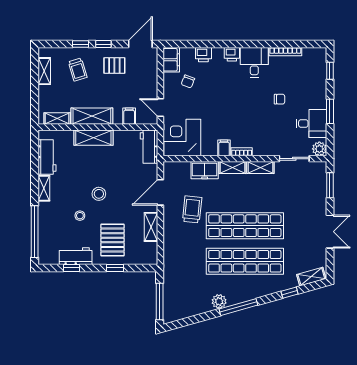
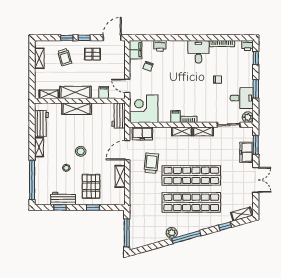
printer: (232, 54) -> (248, 46), moved
freezer: (205, 170) -> (142, 133), moved
freezer: (318, 195) -> (247, 152), added

